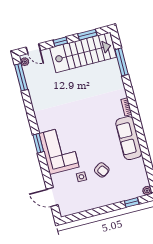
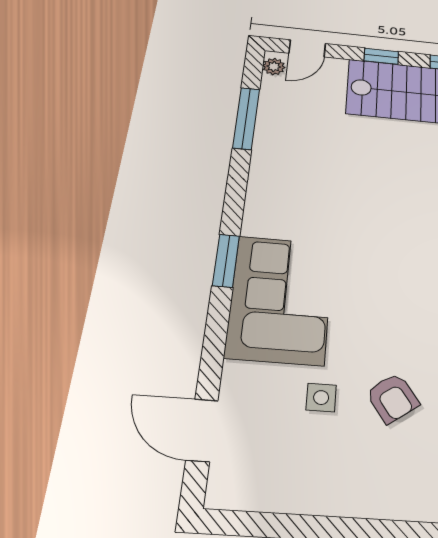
door: (33, 49) -> (307, 48), hinge flipped
window: (21, 77) -> (246, 118), moved

